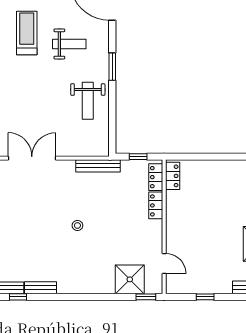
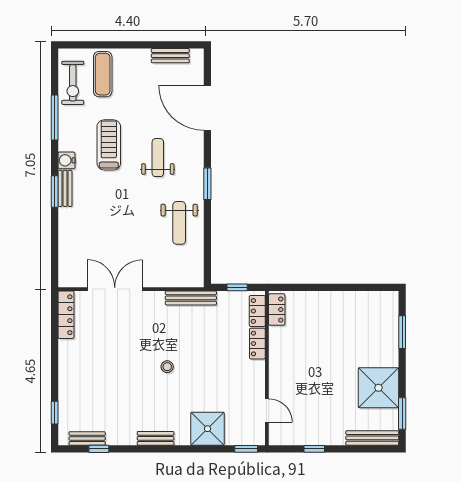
weight bench: (69, 44) -> (158, 158), turned -90
shower: (130, 279) -> (207, 429), moved
bench: (41, 288) -> (156, 438), moved

